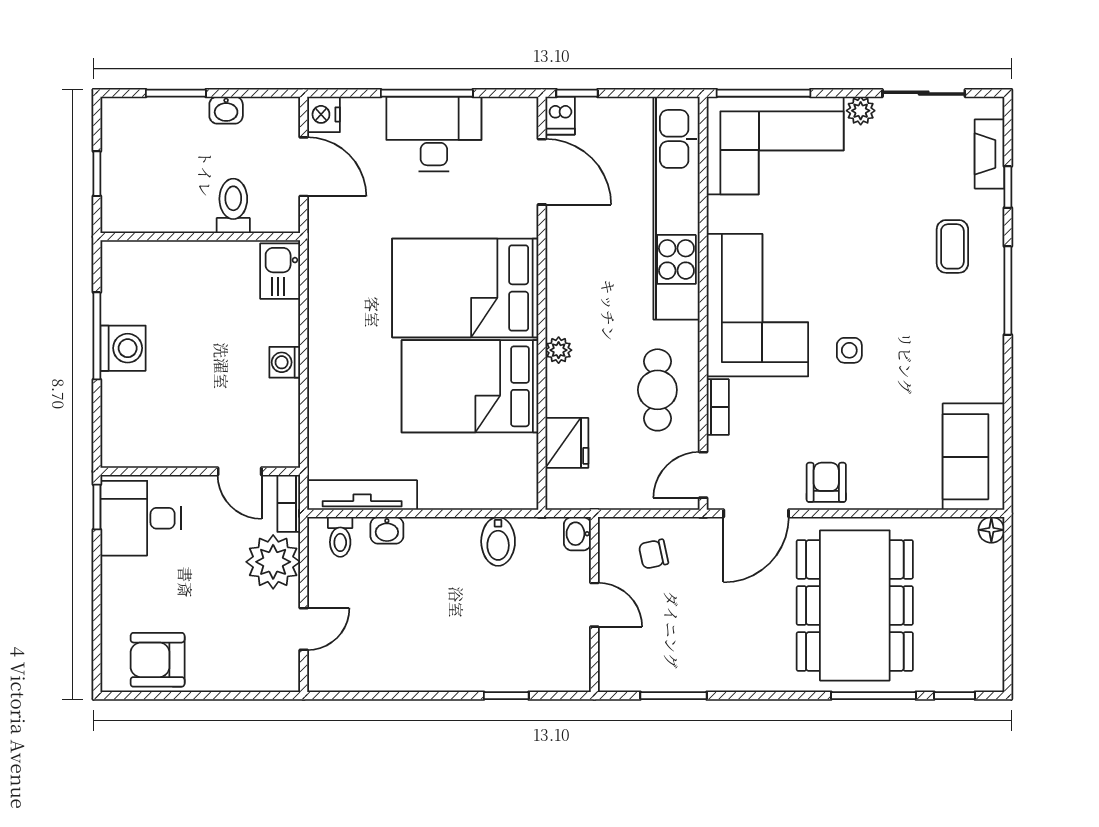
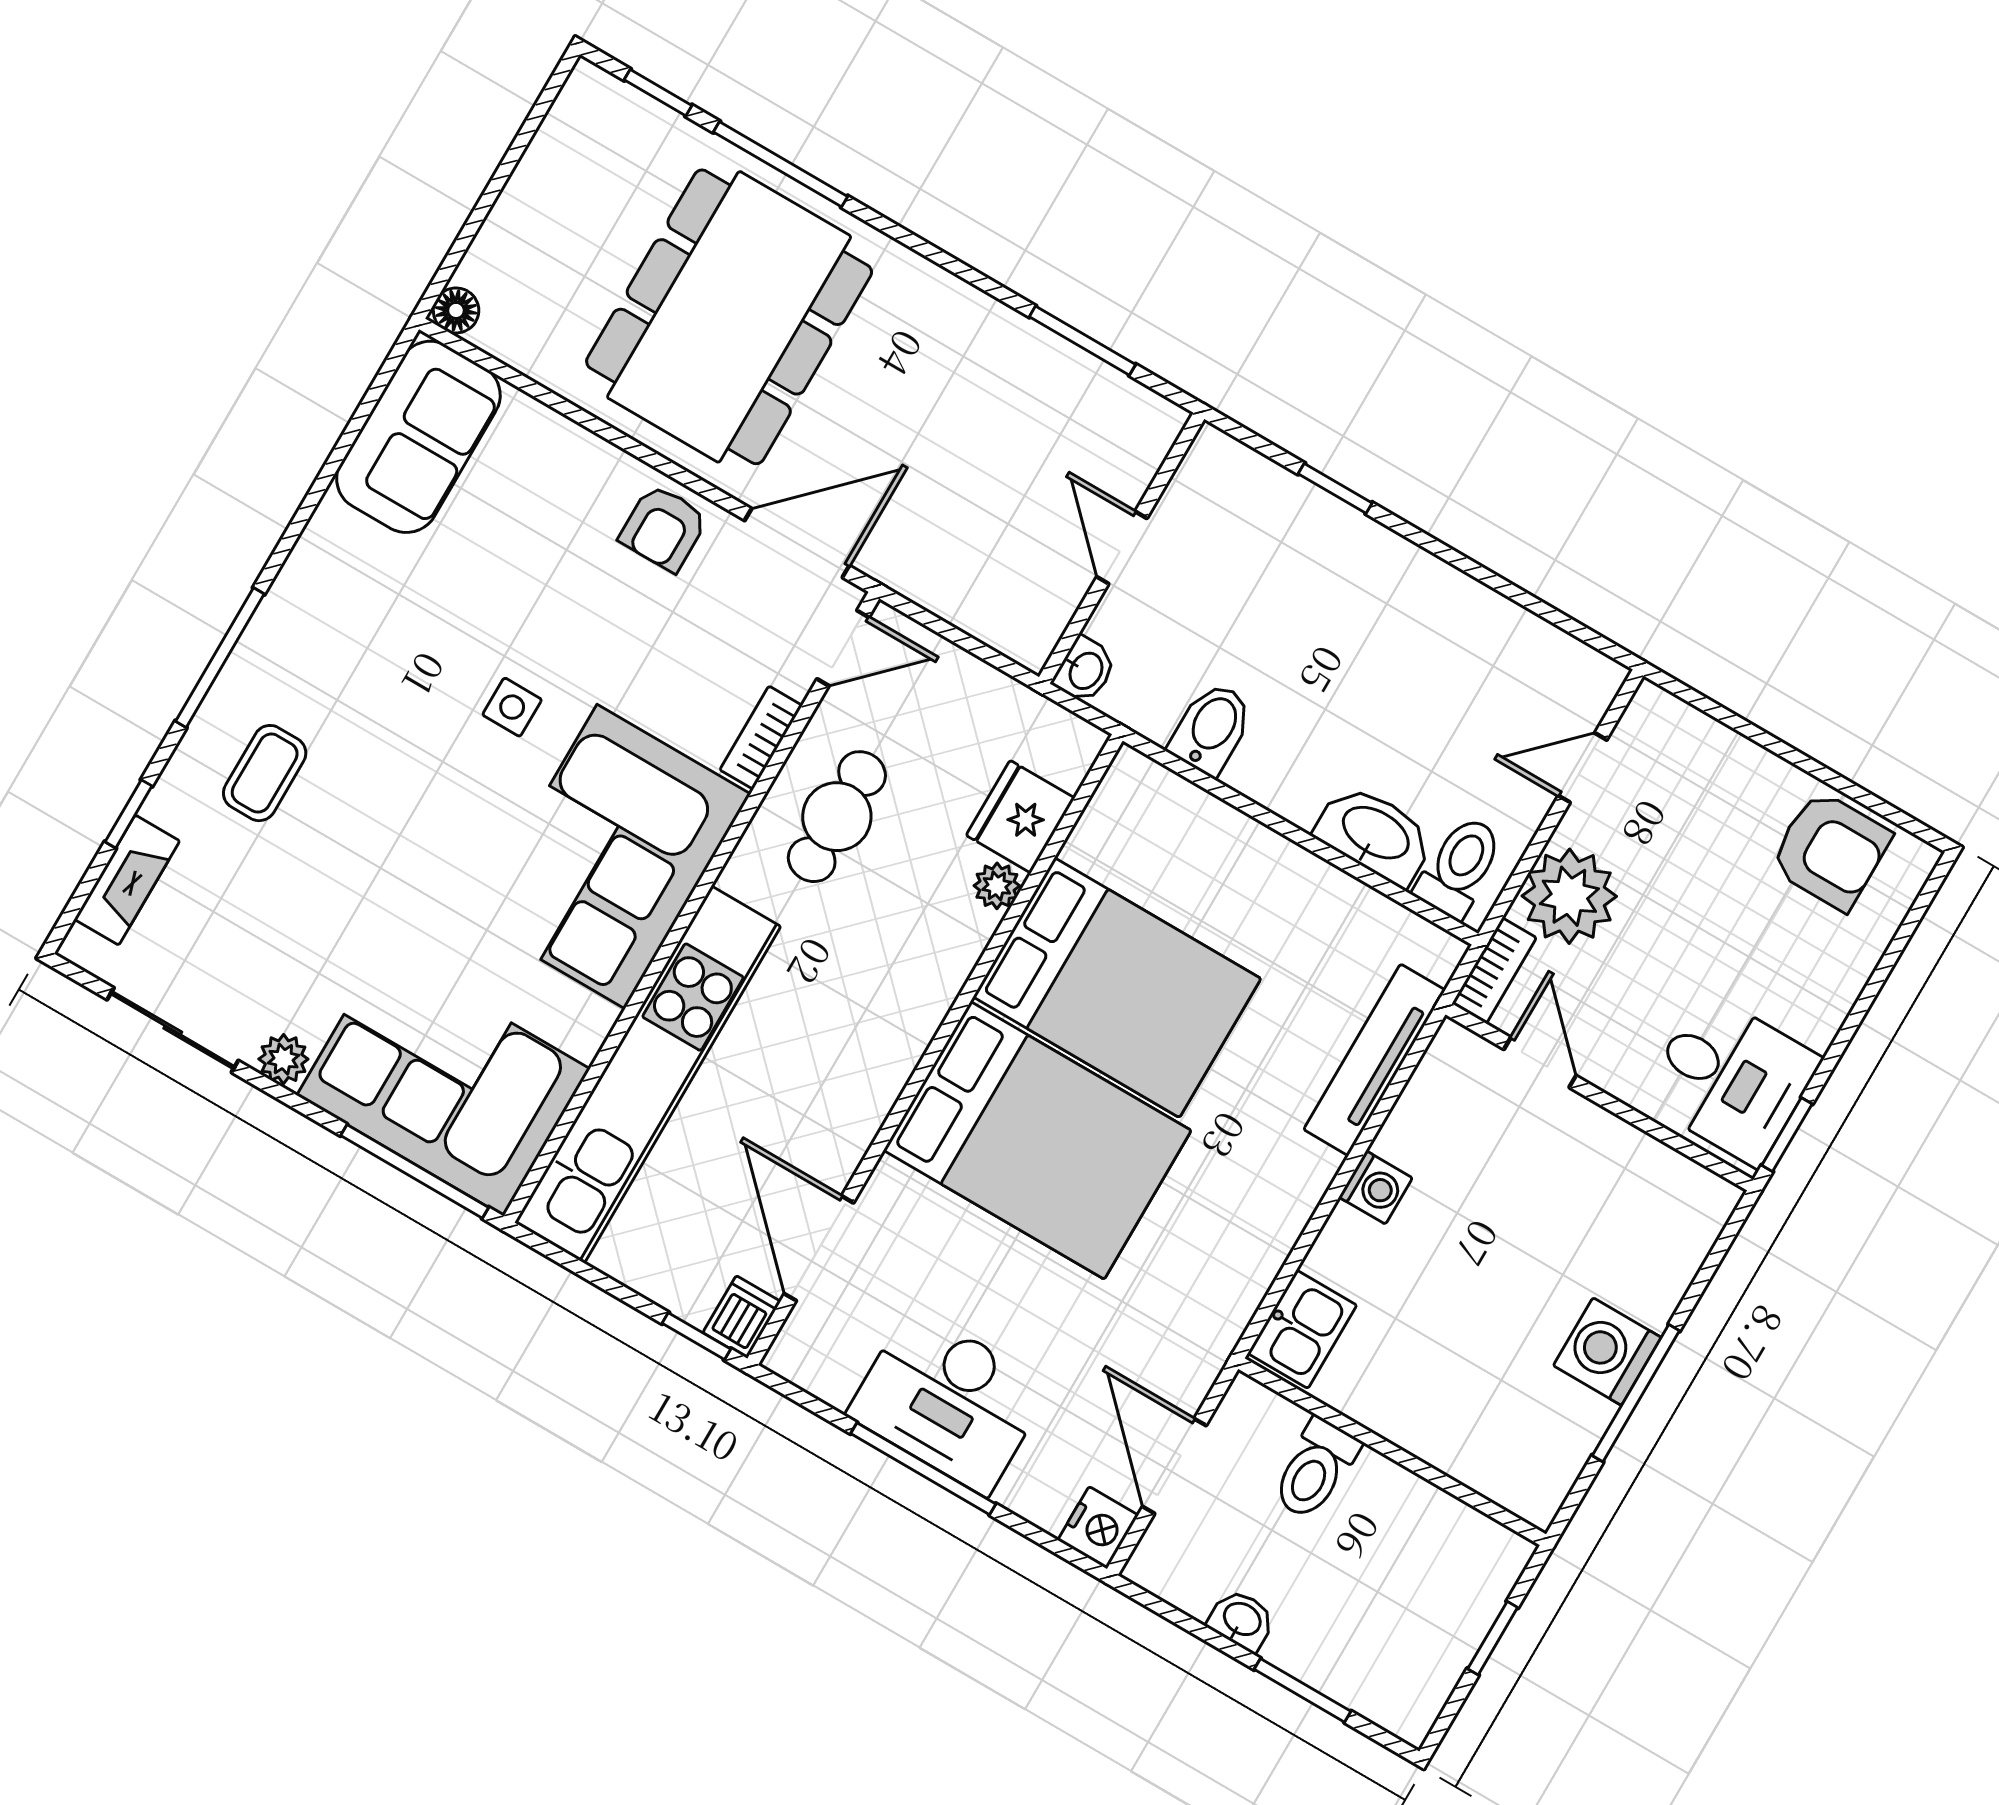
plant: (559, 350) -> (997, 886), moved
tv unit: (362, 495) -> (1374, 1060), moved, turned 90
washbasin: (387, 530) -> (1375, 834), width x1.91, depth x1.45
toilet: (340, 537) -> (1460, 867), width x1.37, depth x1.39
chair: (654, 554) -> (988, 572), removed

